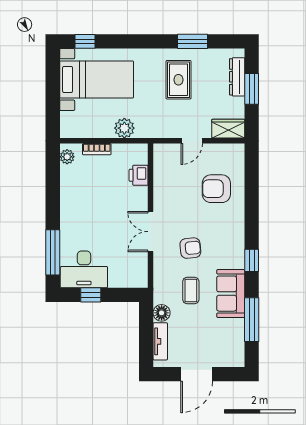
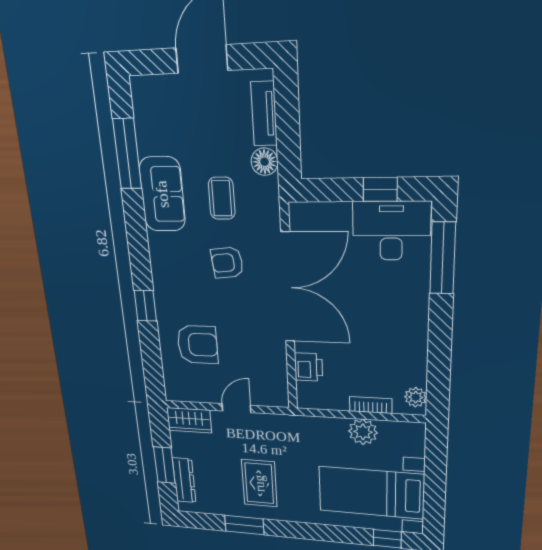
plant: (124, 128) -> (363, 432), moved
double door: (150, 232) -> (288, 288), width x1.87
window: (252, 260) -> (145, 306), moved

